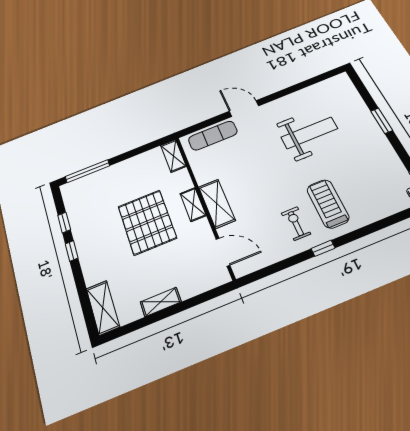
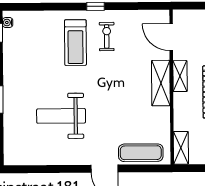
shelving: (193, 204) -> (180, 76), moved
exercise bike: (296, 223) -> (107, 37), turned 180

